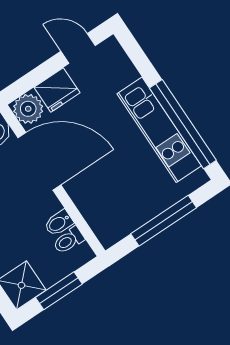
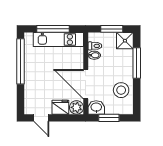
kitchen unit: (159, 130) -> (58, 39), moved, turned 90

